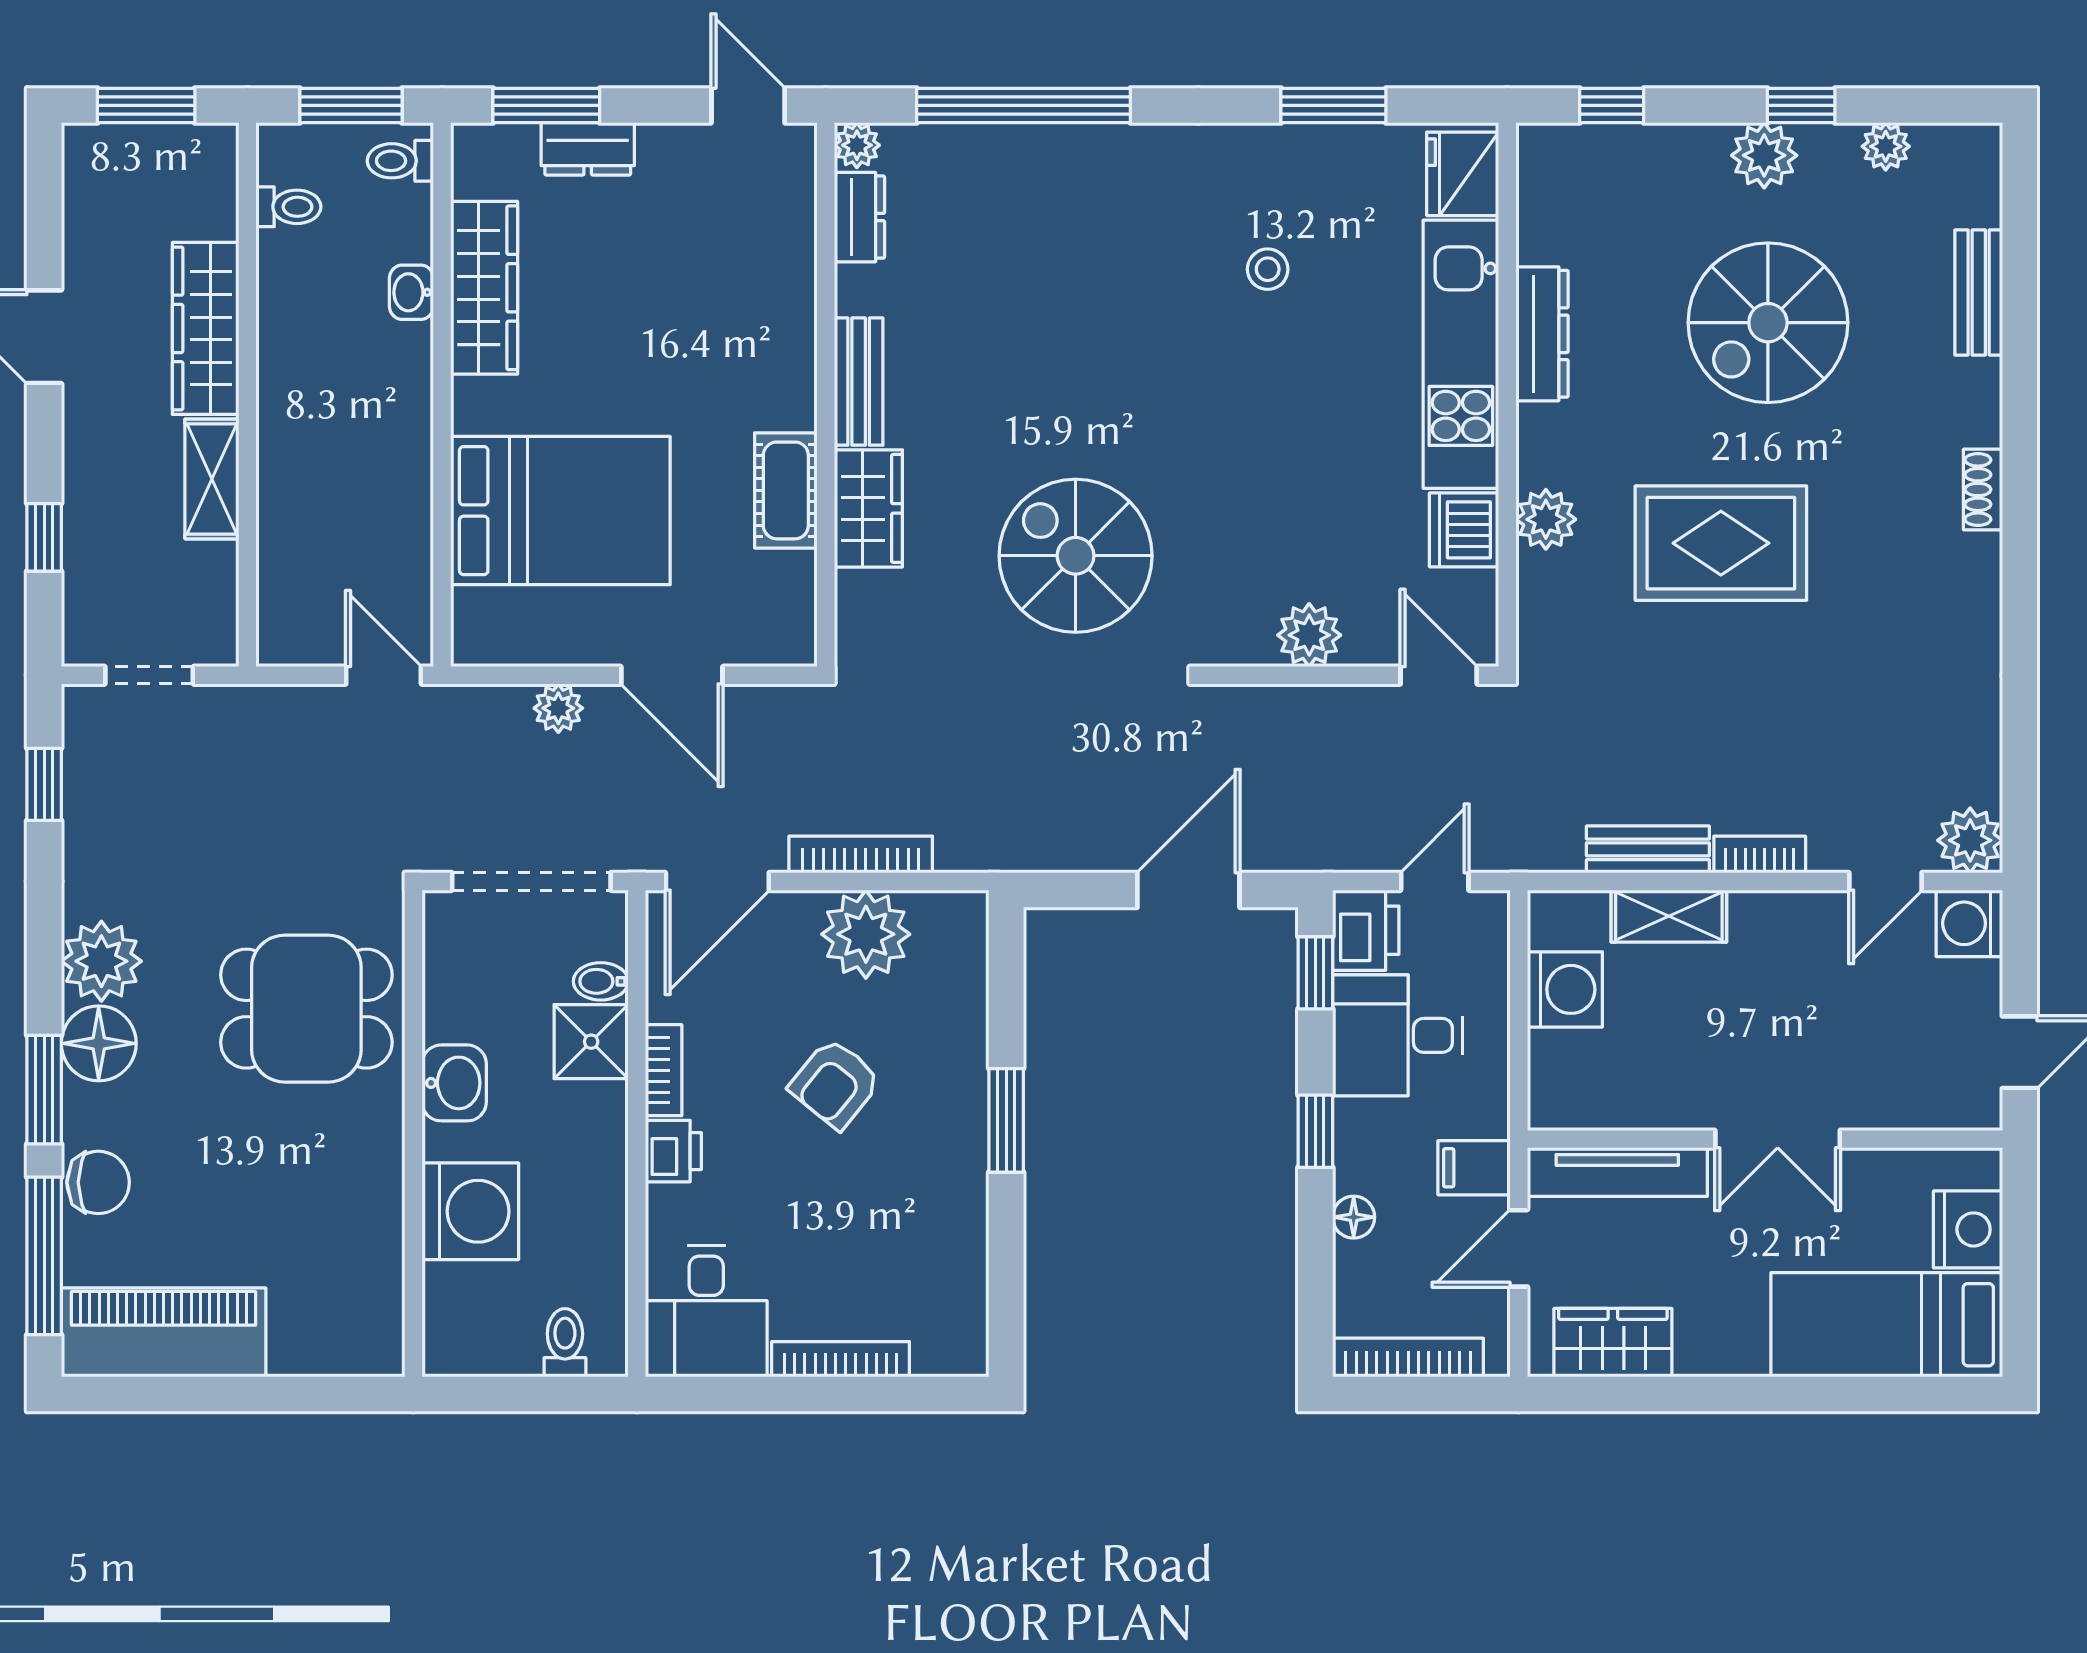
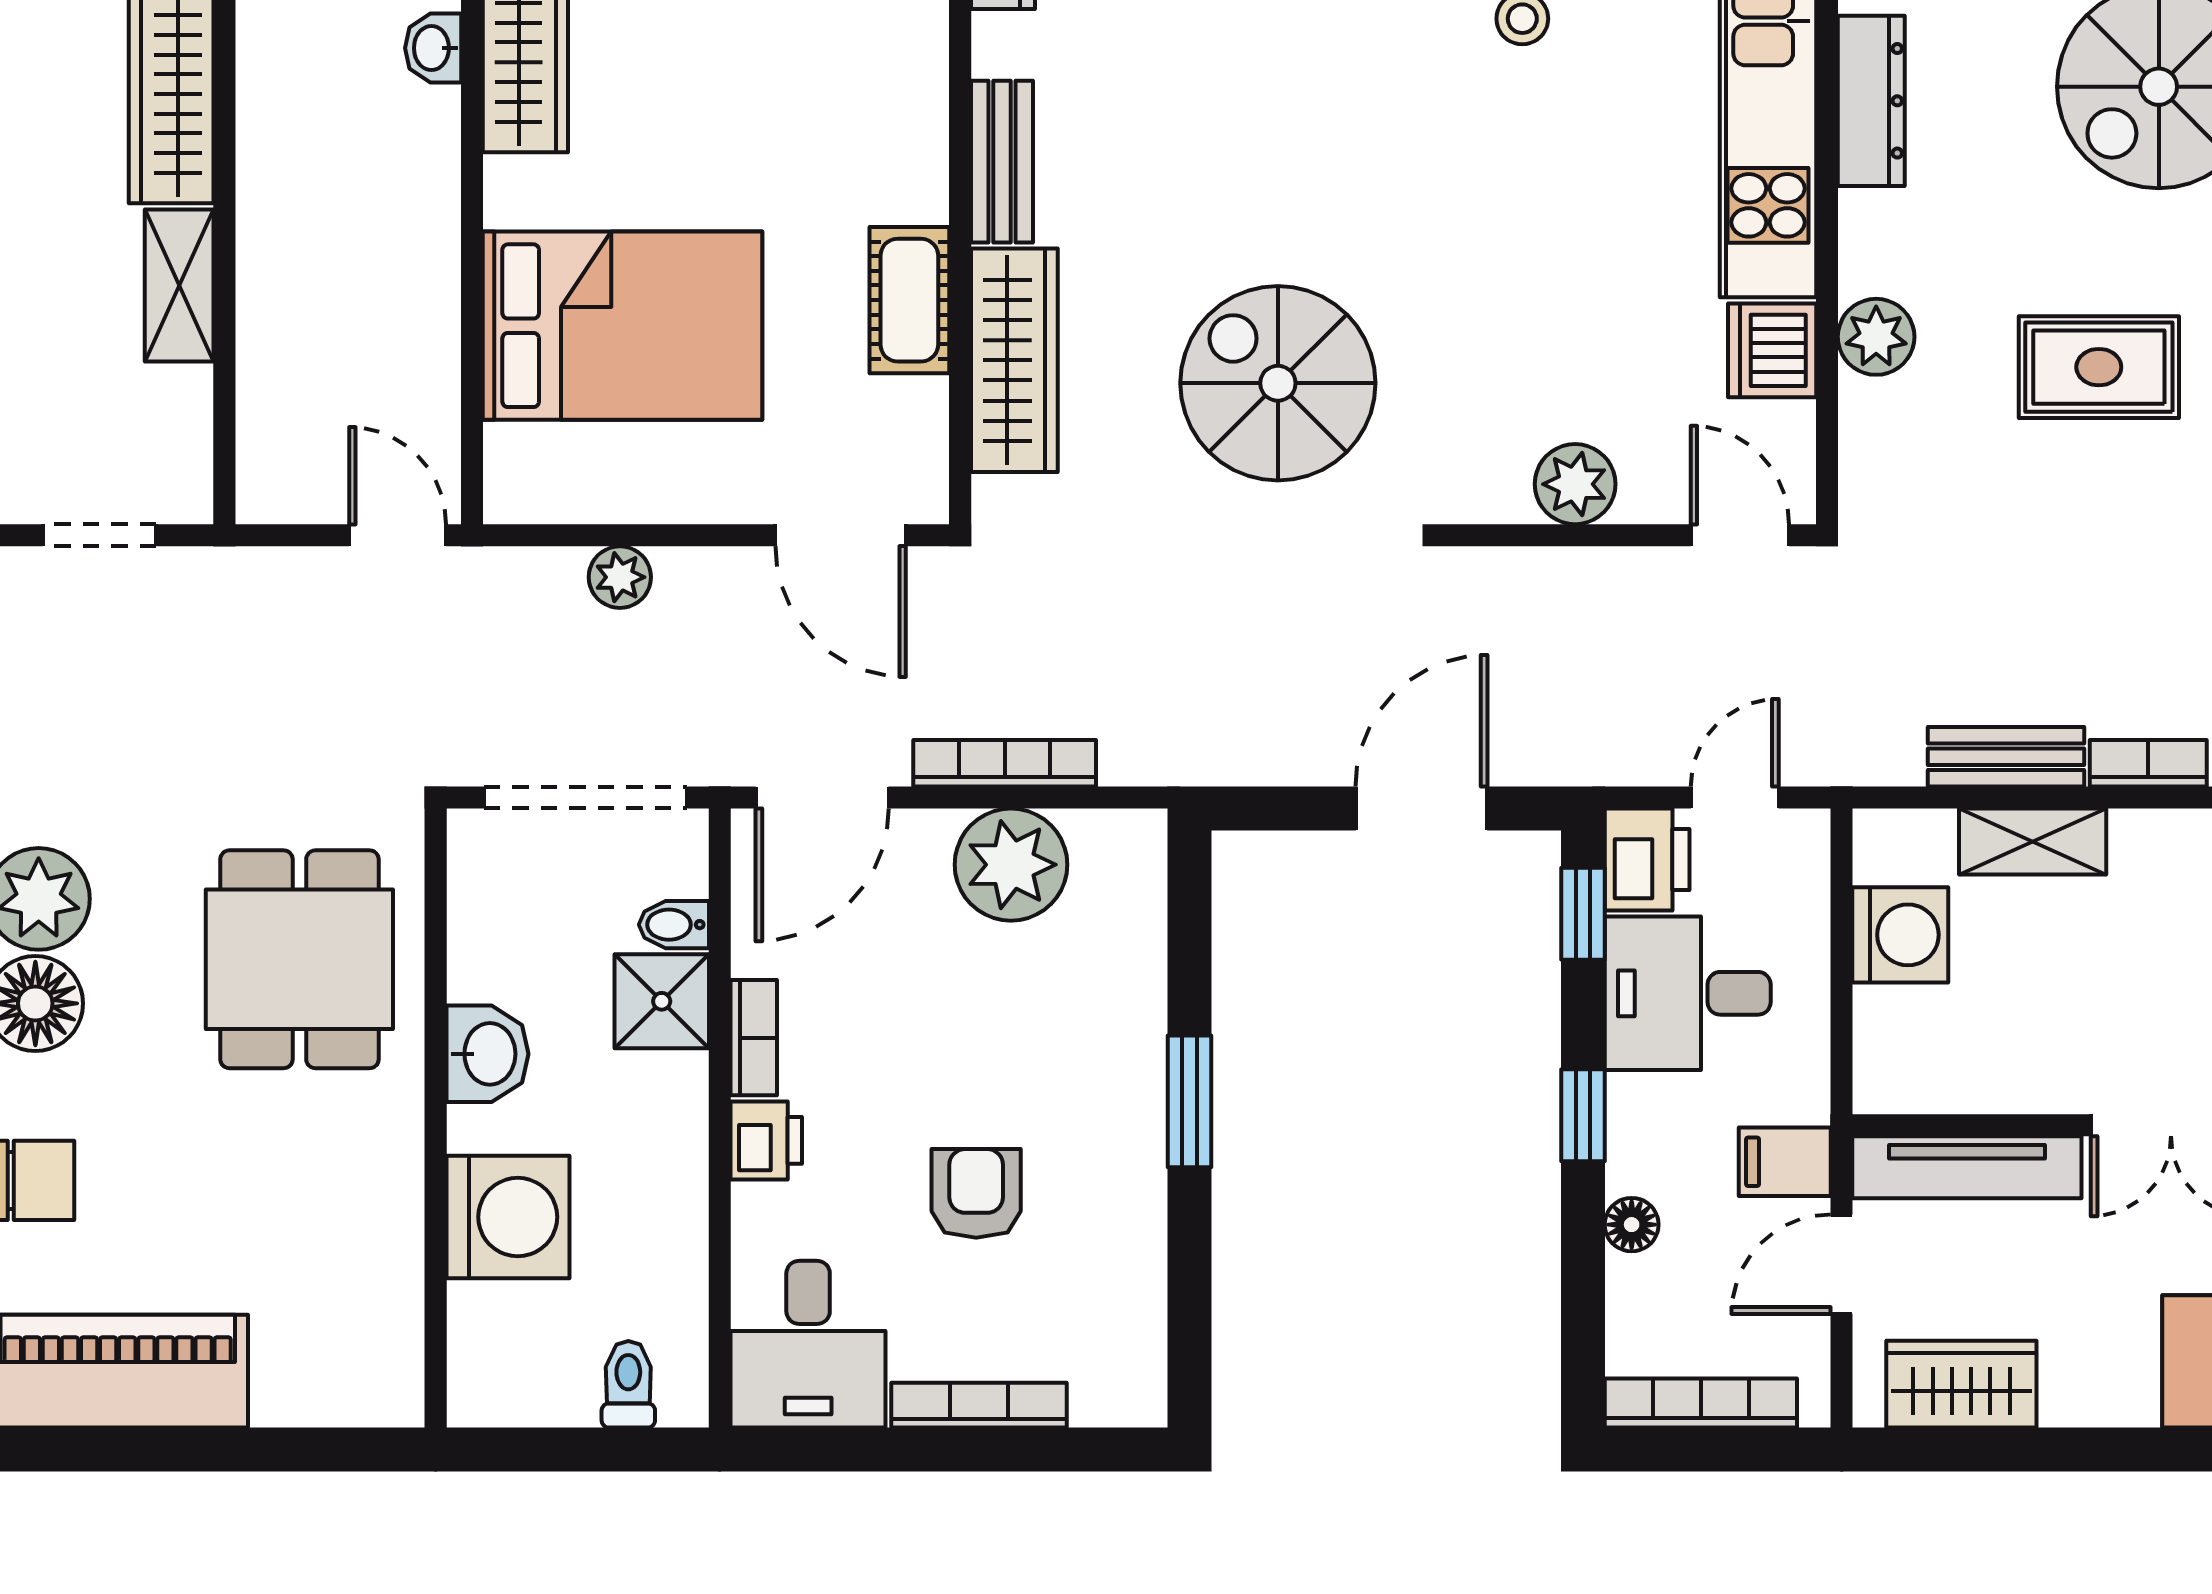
wardrobe: (868, 508) -> (1014, 360), width x1.50
rug: (1721, 543) -> (2099, 367), width x0.73, depth x0.70
door: (672, 675) -> (841, 535), moved
dining table: (306, 1009) -> (299, 959), turned 90
armchair: (835, 1084) -> (976, 1193), moved, turned 141

